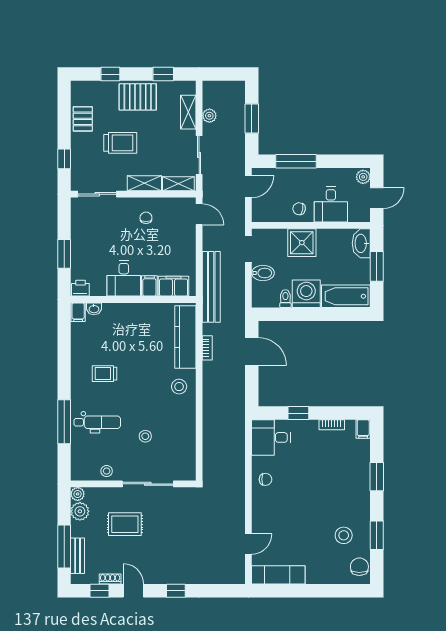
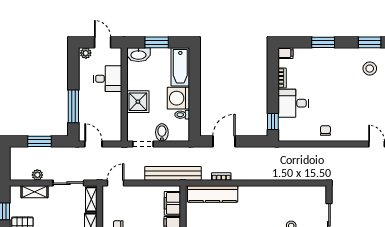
chair: (299, 209) -> (111, 104), removed
stool: (179, 387) -> (252, 199), removed
window: (298, 413) -> (273, 121), moved
desk: (271, 437) -> (293, 103), moved, turned 90

